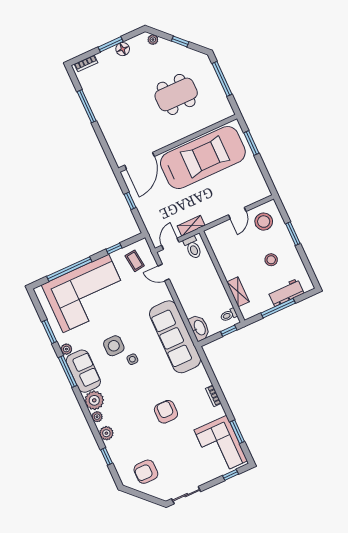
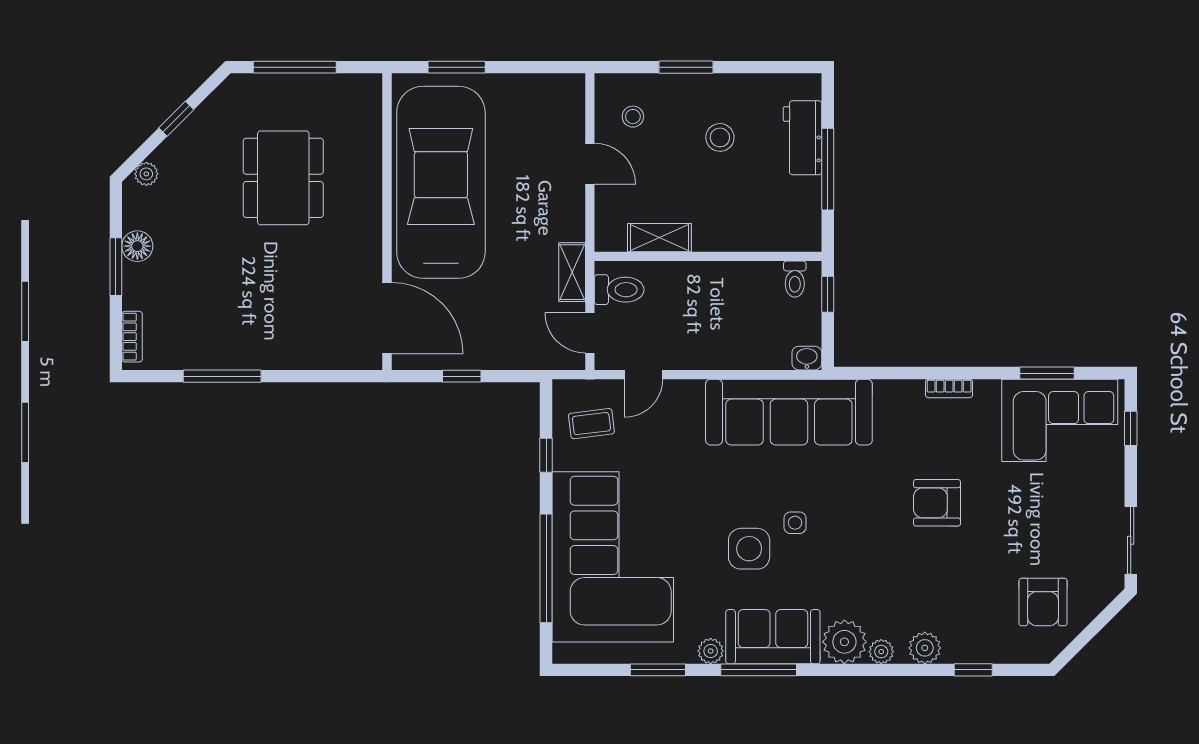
stool: (264, 222) -> (633, 117), width x0.53, depth x0.53
shelving: (238, 292) -> (659, 238), moved
washbasin: (199, 328) -> (807, 358), width x0.52, depth x0.69

